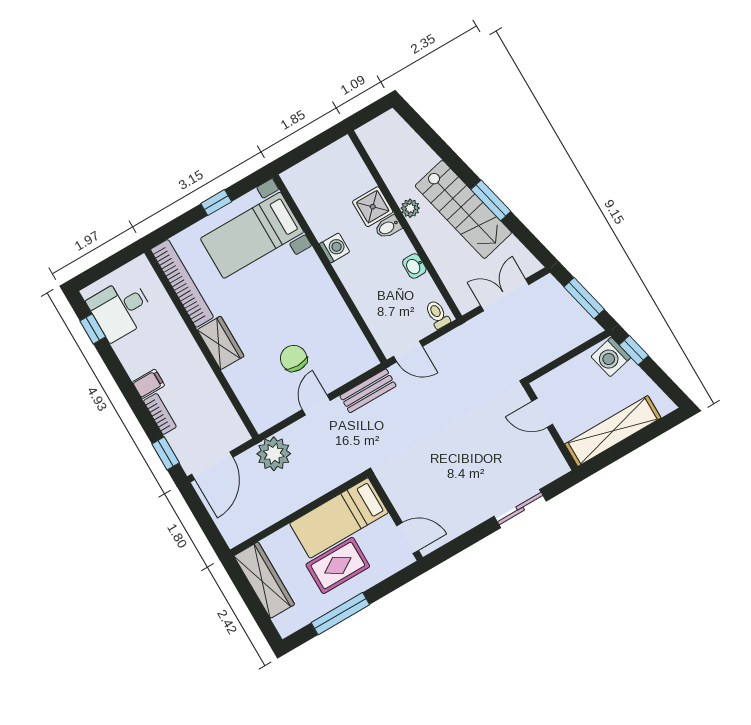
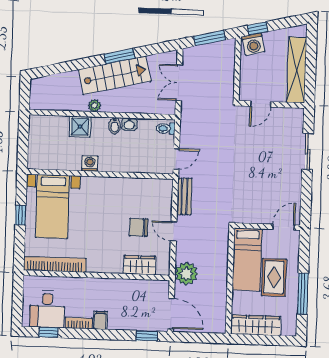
bidet: (388, 227) -> (115, 126), moved
wardrobe: (221, 343) -> (140, 265), moved
bookcase: (160, 414) -> (79, 323), moved

